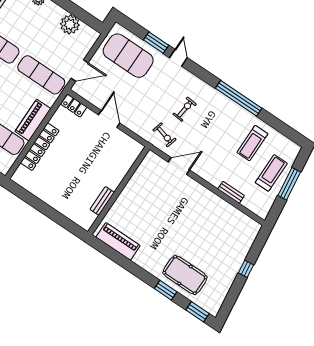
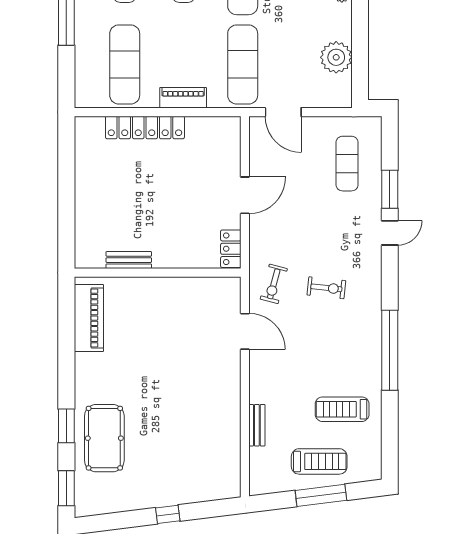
exercise mat: (128, 56) -> (347, 164), width x0.50, depth x0.69
locker: (74, 106) -> (231, 249), moved
piano: (33, 120) -> (183, 98), width x0.73, depth x0.75

